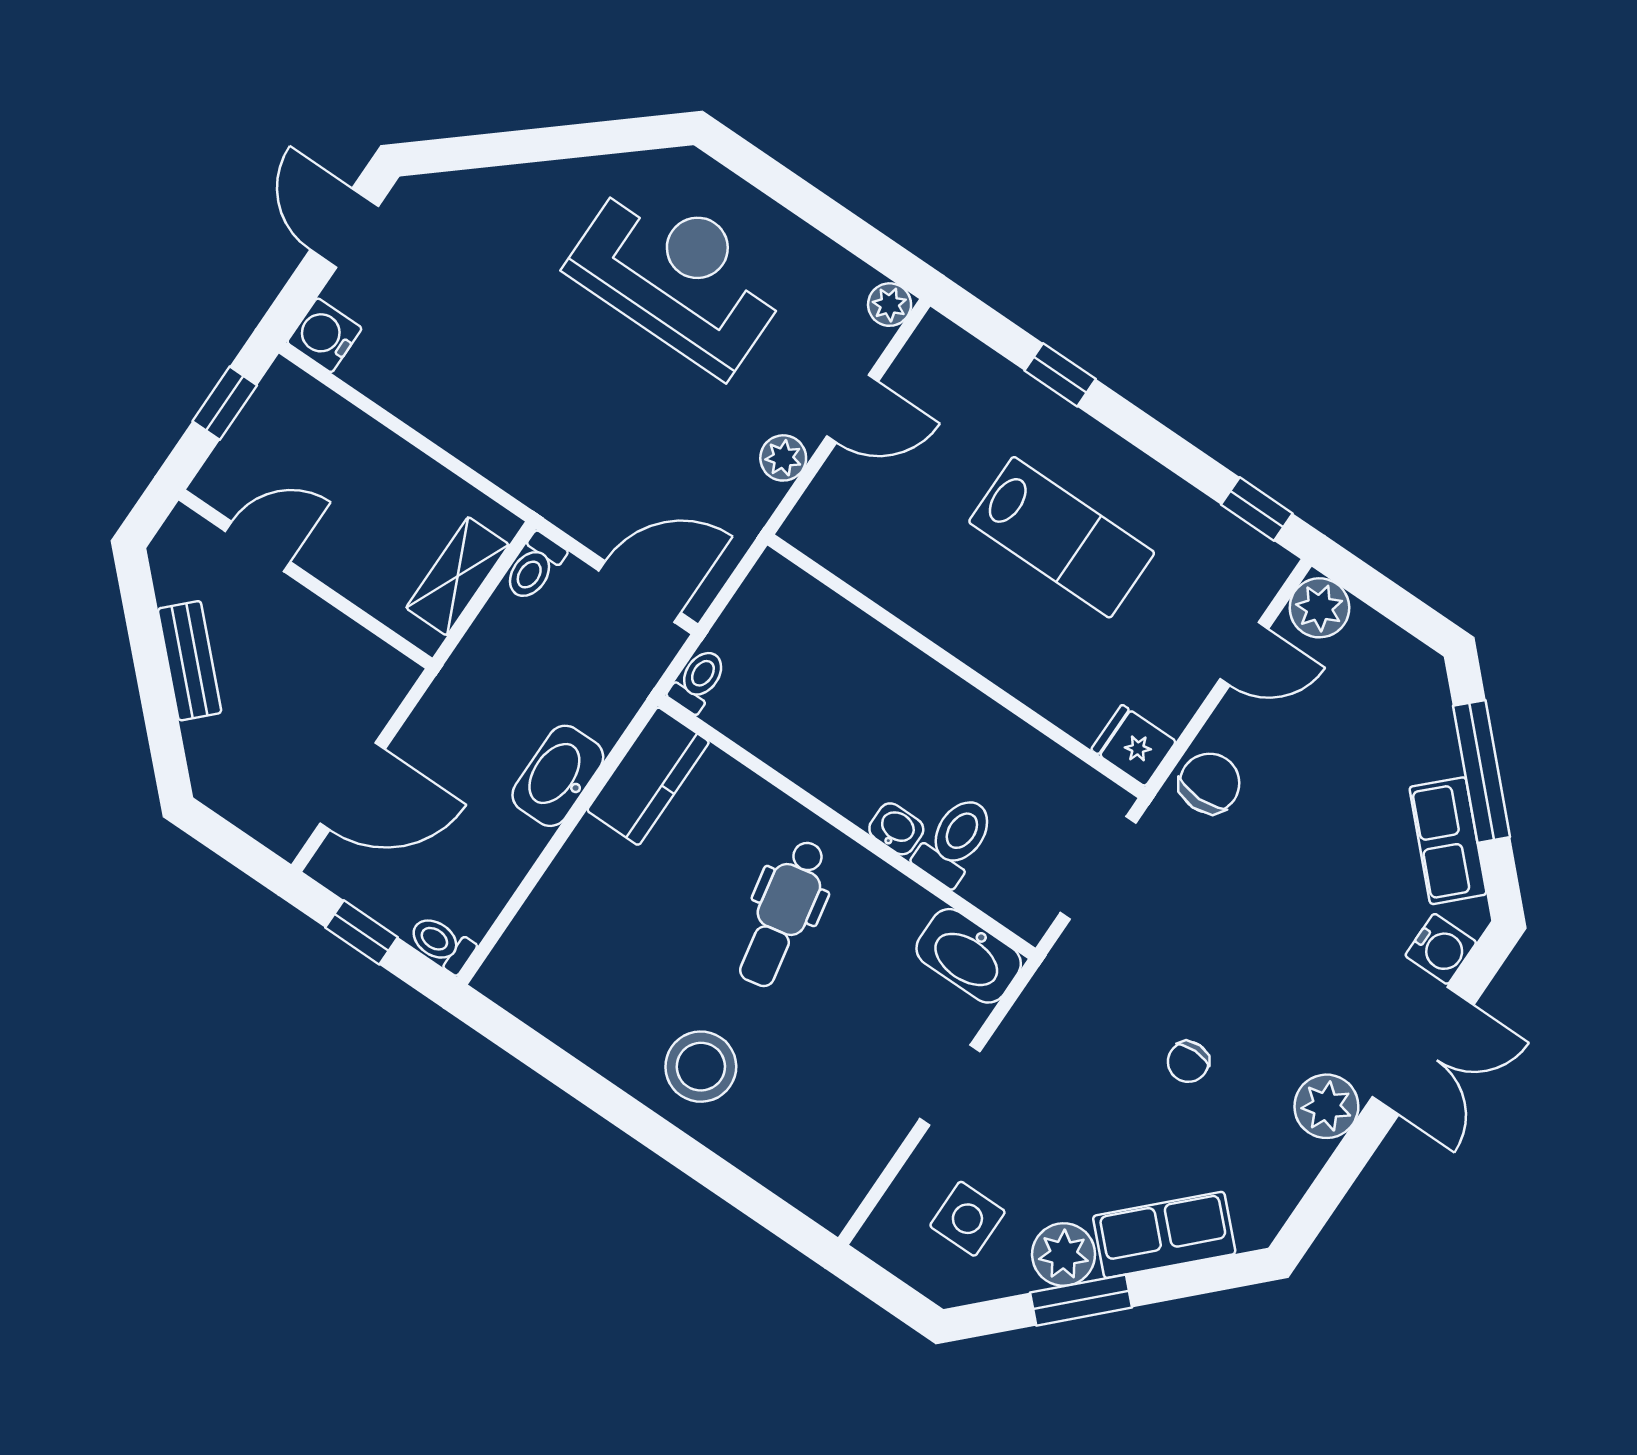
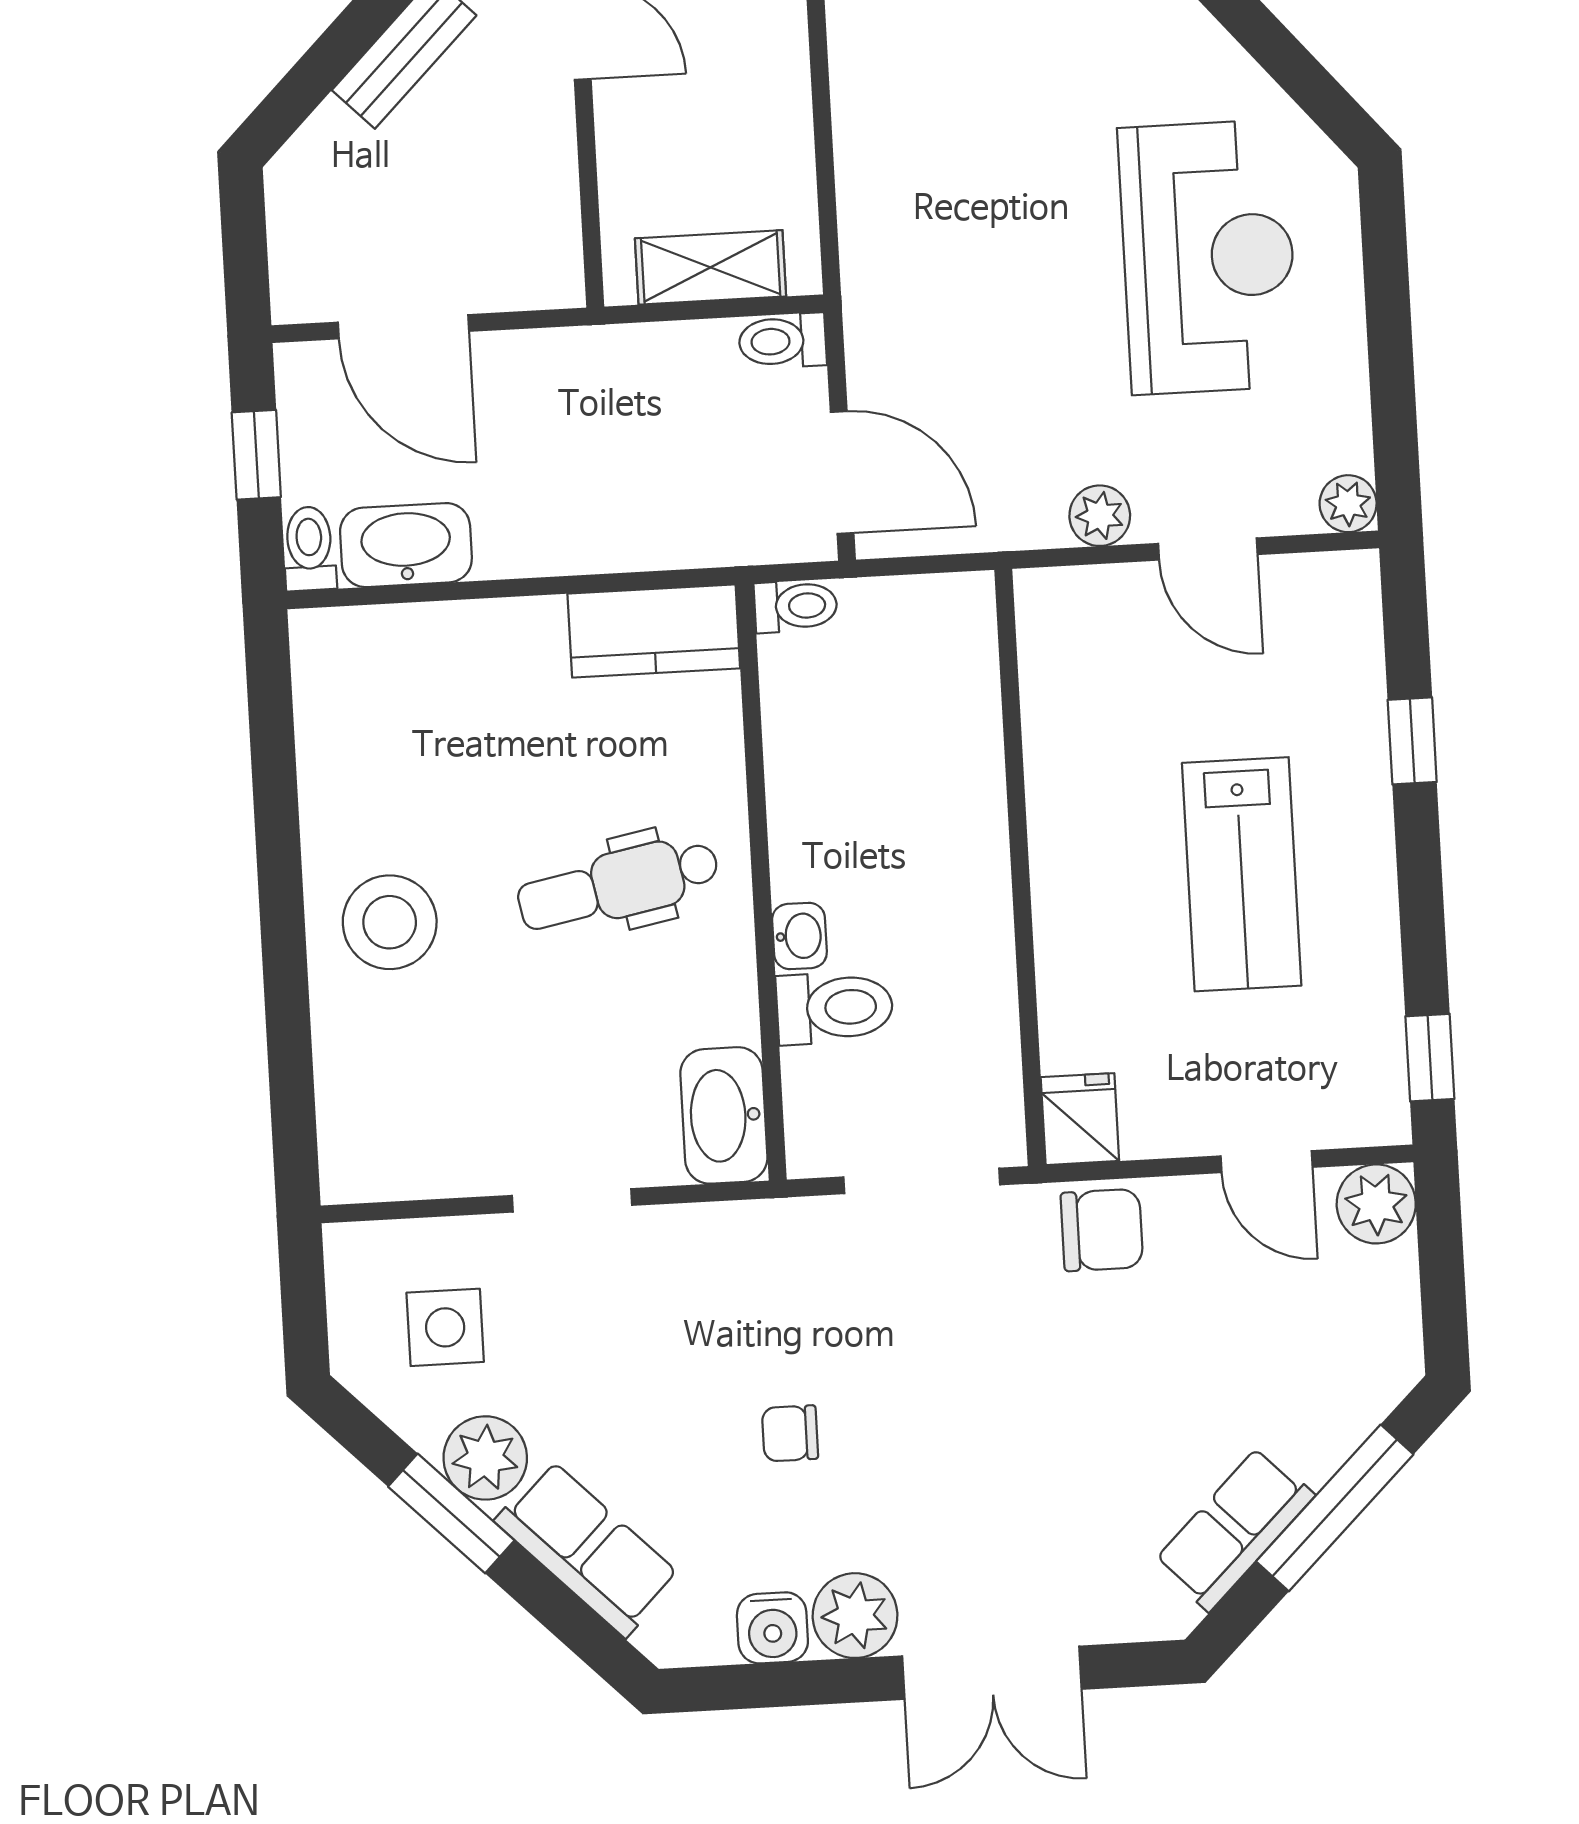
washbasin: (558, 776) -> (406, 545), moved
water cooler: (1441, 949) -> (772, 1628), moved

